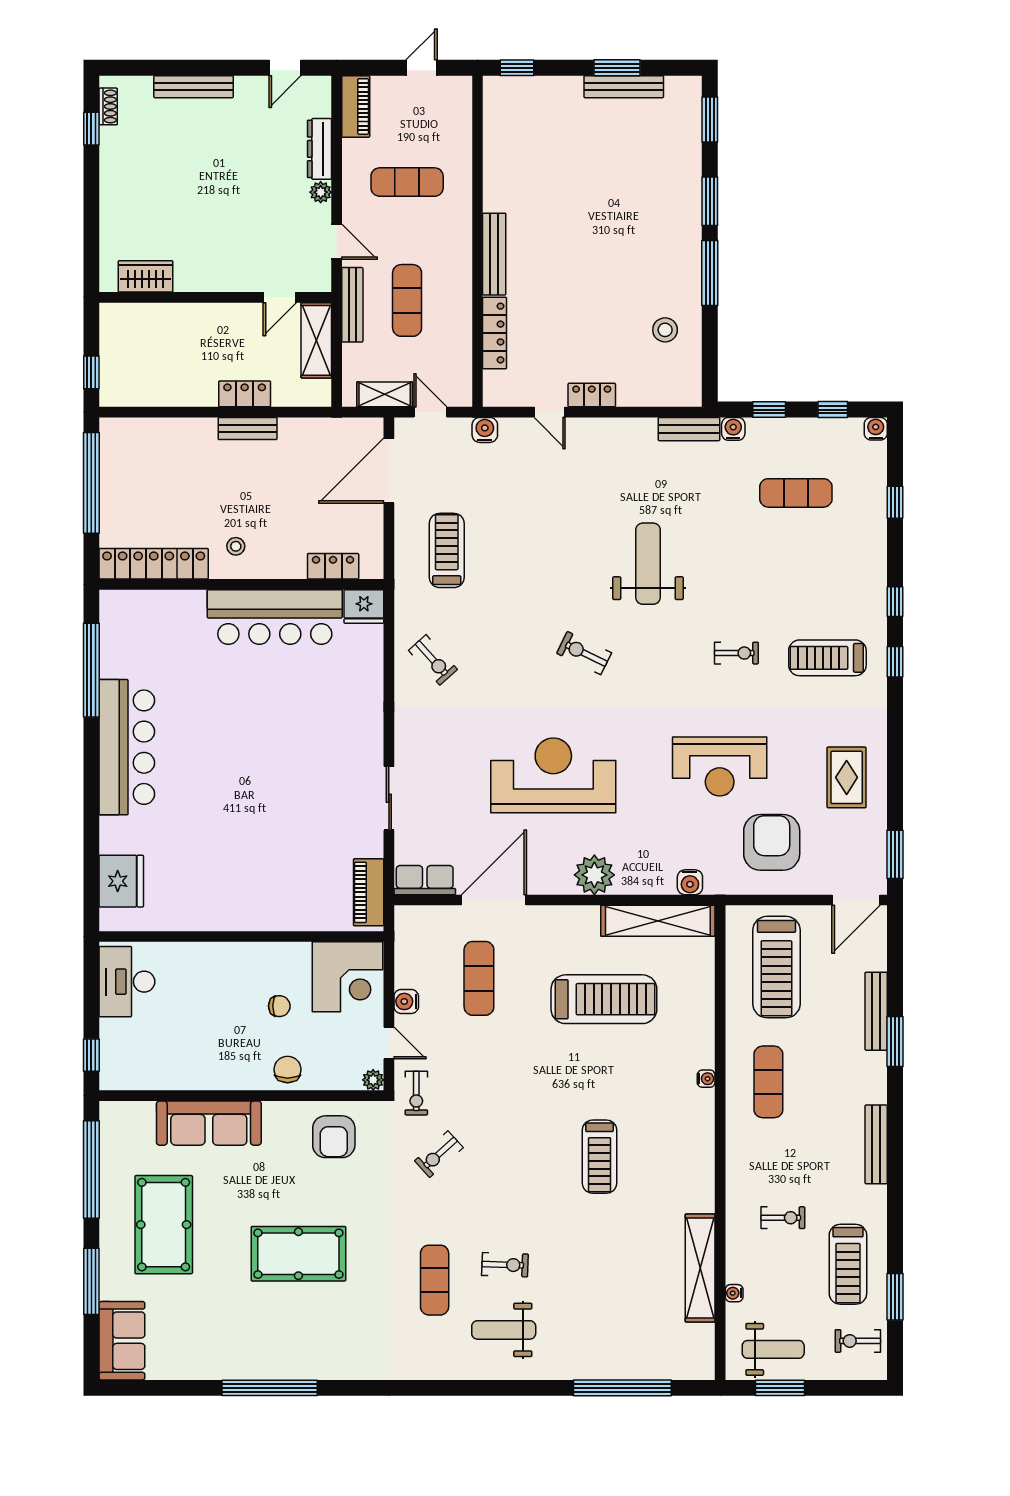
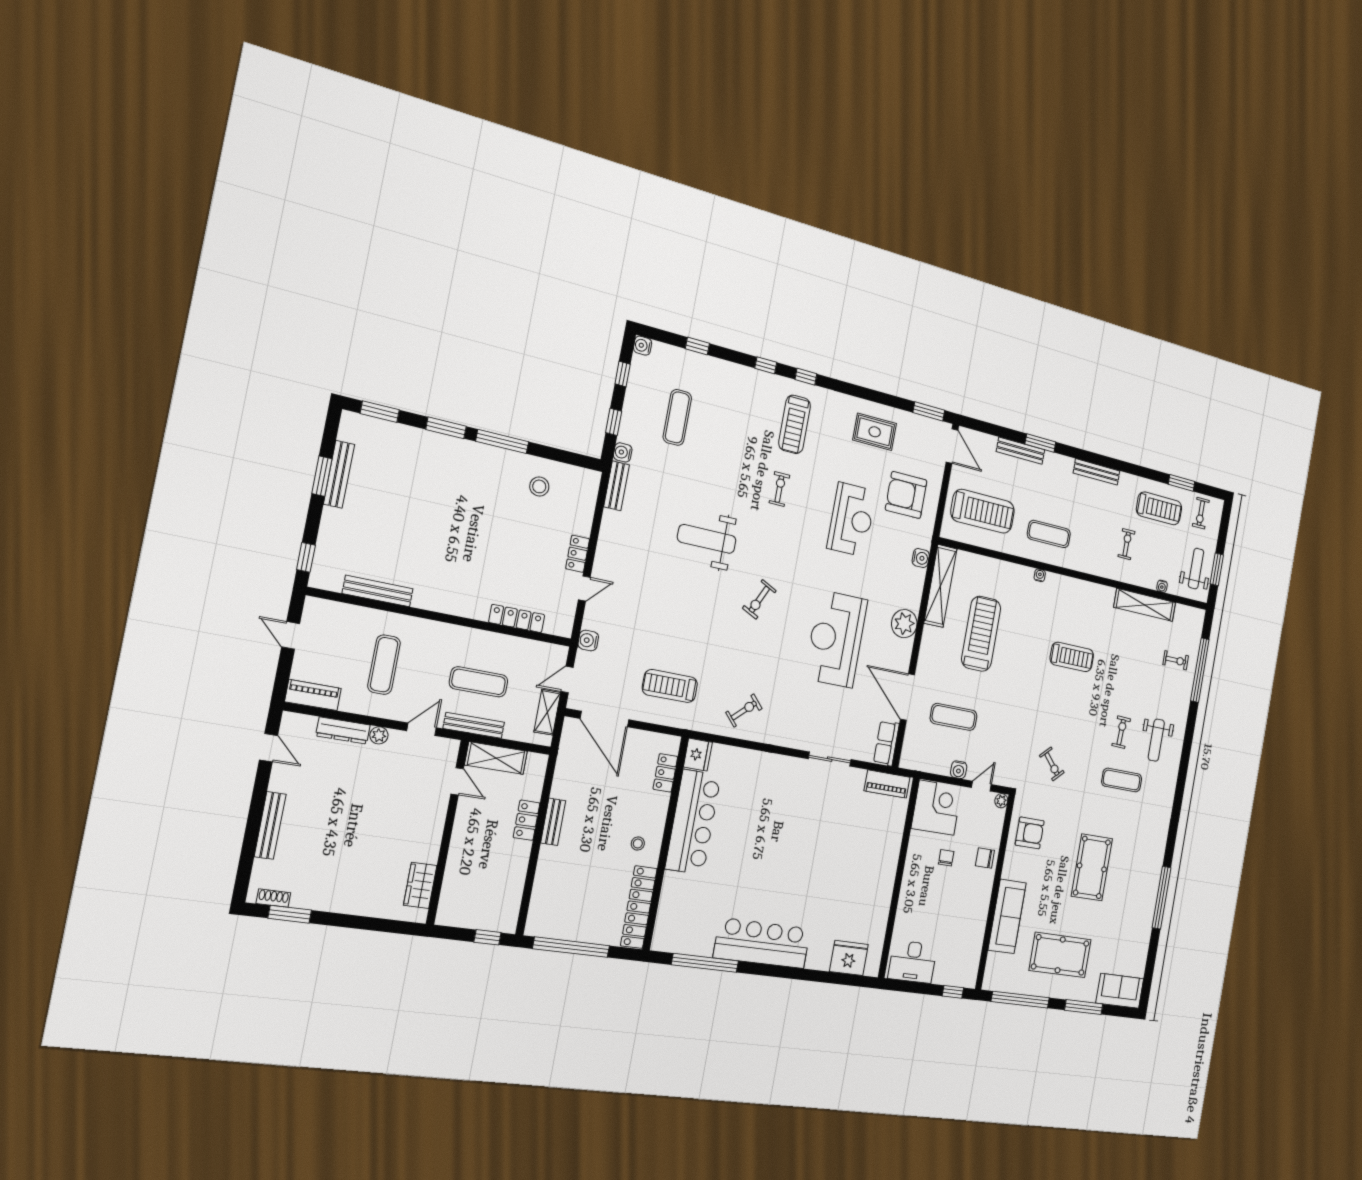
window: (91, 129) -> (290, 914), width x1.50
bench: (494, 254) -> (378, 591), moved
exercise bike: (416, 1093) -> (1176, 660), moved

